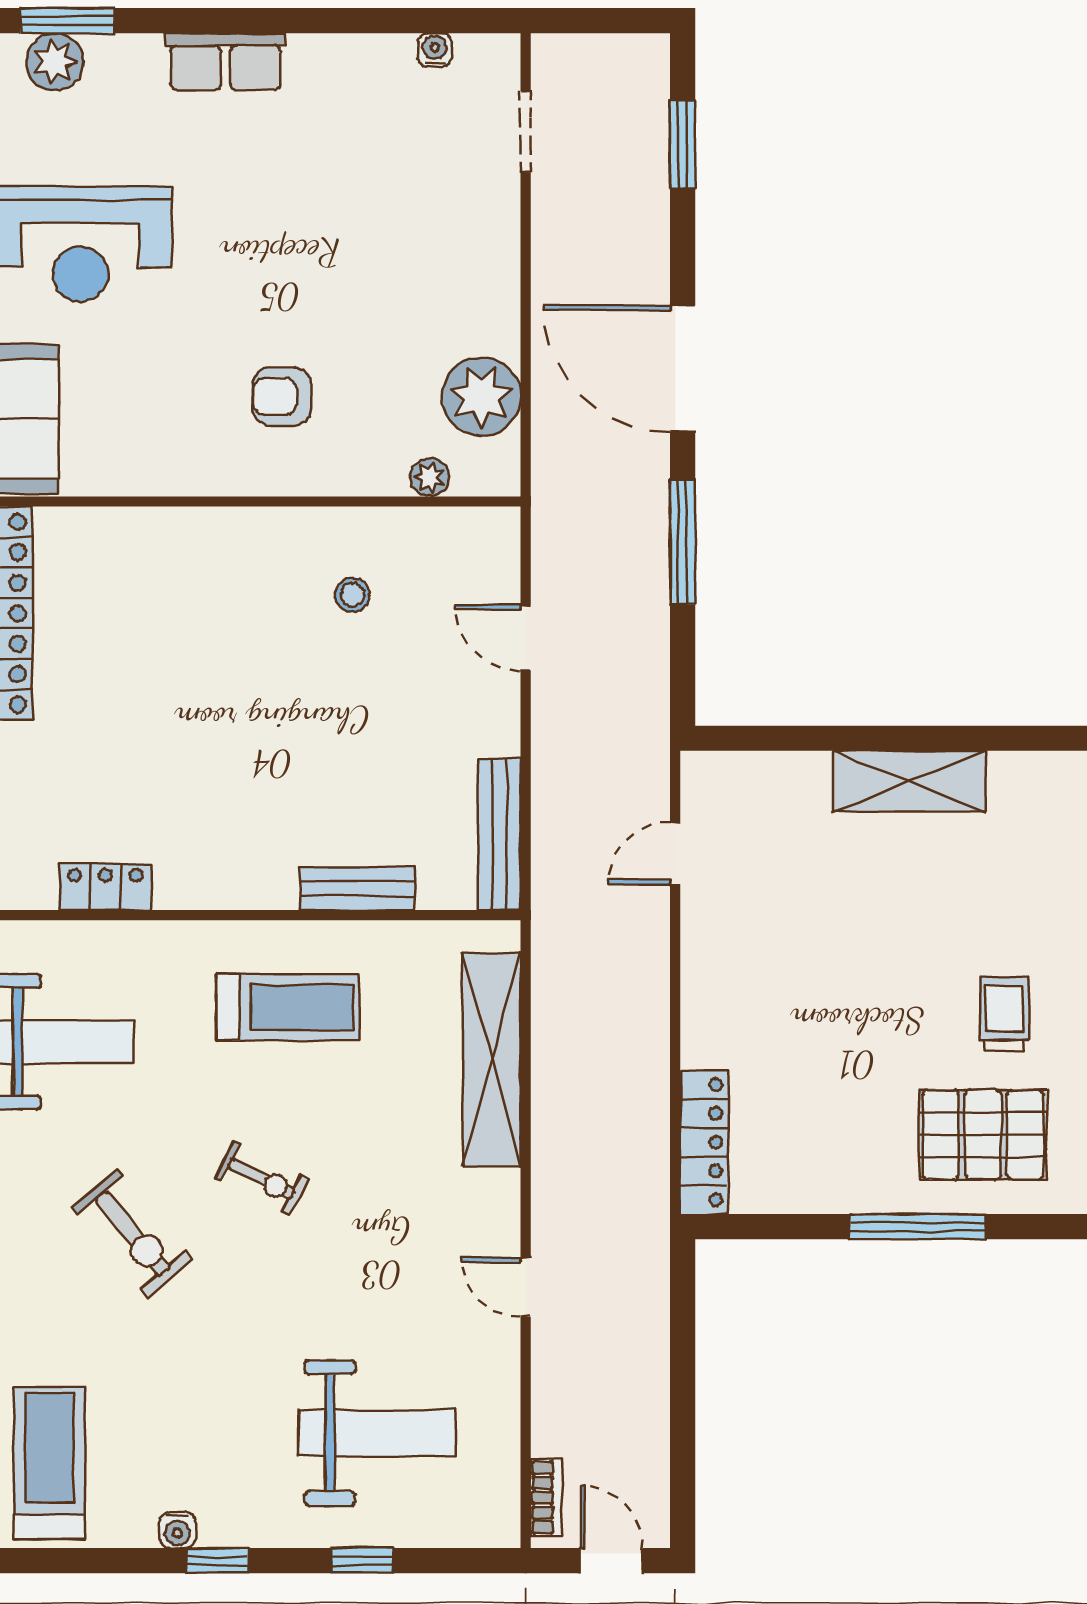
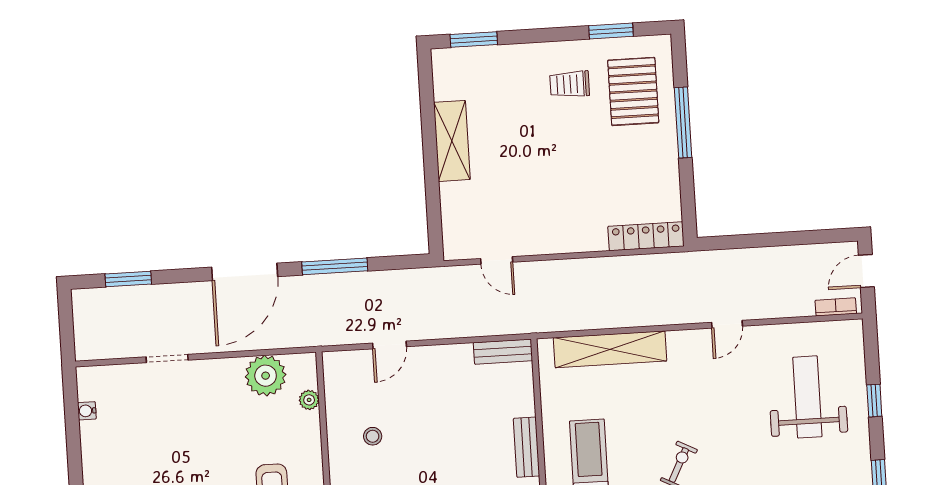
doorway: (526, 132) -> (167, 359), moved
bench: (499, 834) -> (503, 352), width x0.73
bench: (358, 888) -> (527, 447), moved

